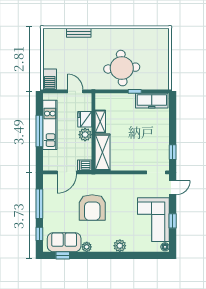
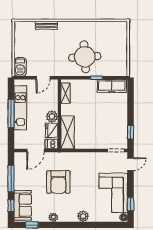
door: (75, 91) -> (43, 78), swing flipped
fridge: (85, 119) -> (52, 130), moved
shelving: (100, 122) -> (65, 93), moved
window: (173, 221) -> (131, 204), moved
sofa: (64, 242) -> (23, 205), moved, turned 90

